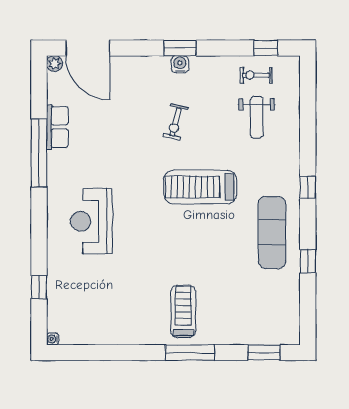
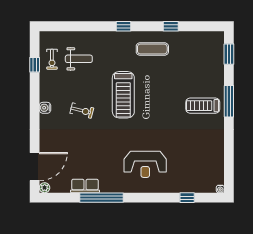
window: (180, 48) -> (35, 108), removed
window: (266, 48) -> (35, 65), moved
exercise mat: (272, 232) -> (152, 49), width x0.73, depth x0.69

